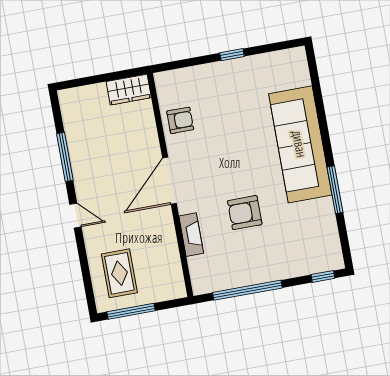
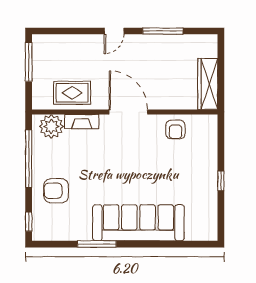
wardrobe: (129, 90) -> (208, 84), width x1.50
armchair: (245, 213) -> (56, 191), moved, turned -90
plant: (204, 270) -> (51, 126), added
rug: (119, 273) -> (72, 93), moved

